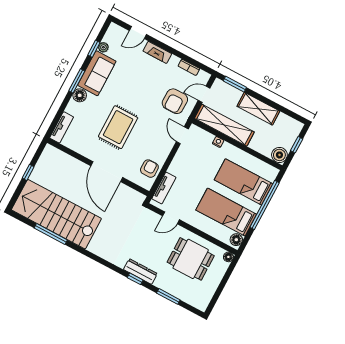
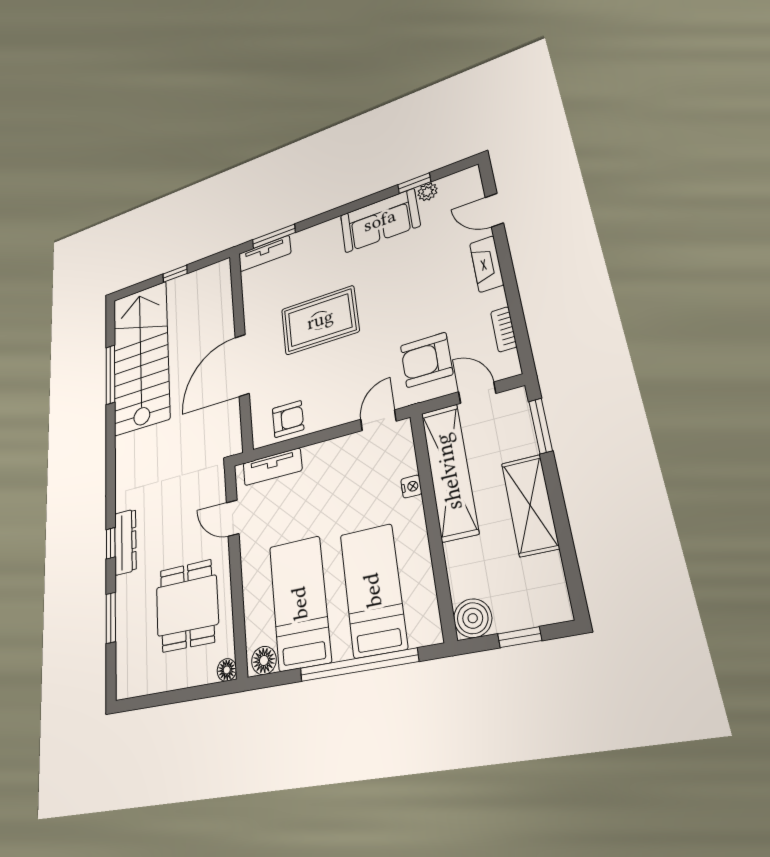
window: (77, 81) -> (274, 236), moved
floor lamp: (80, 95) -> (328, 231), removed

